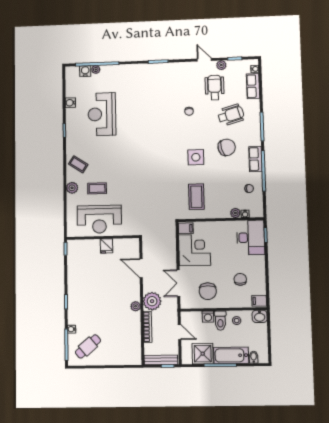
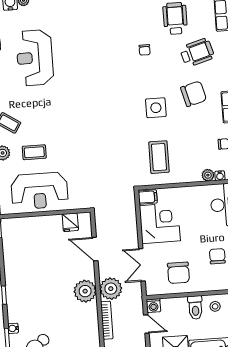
fridge: (107, 246) -> (70, 222), moved
plant: (136, 306) -> (85, 291), width x1.88, depth x1.88
washing machine: (208, 317) -> (153, 306), moved

